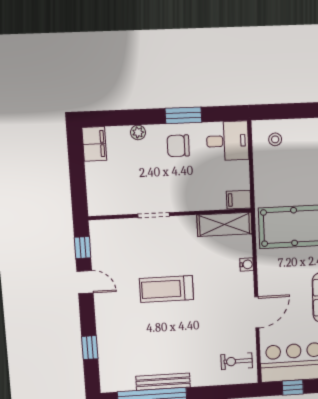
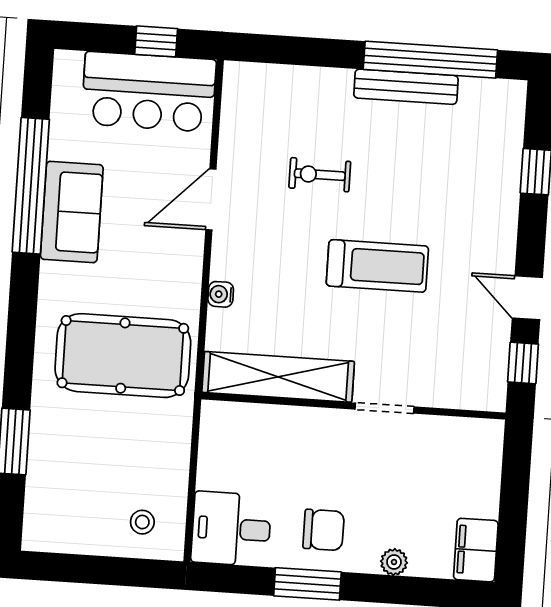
filing cabinet: (239, 200) -> (223, 418), removed
shelving: (224, 224) -> (278, 377), width x1.47
exercise bike: (237, 361) -> (320, 175), moved, turned 180

